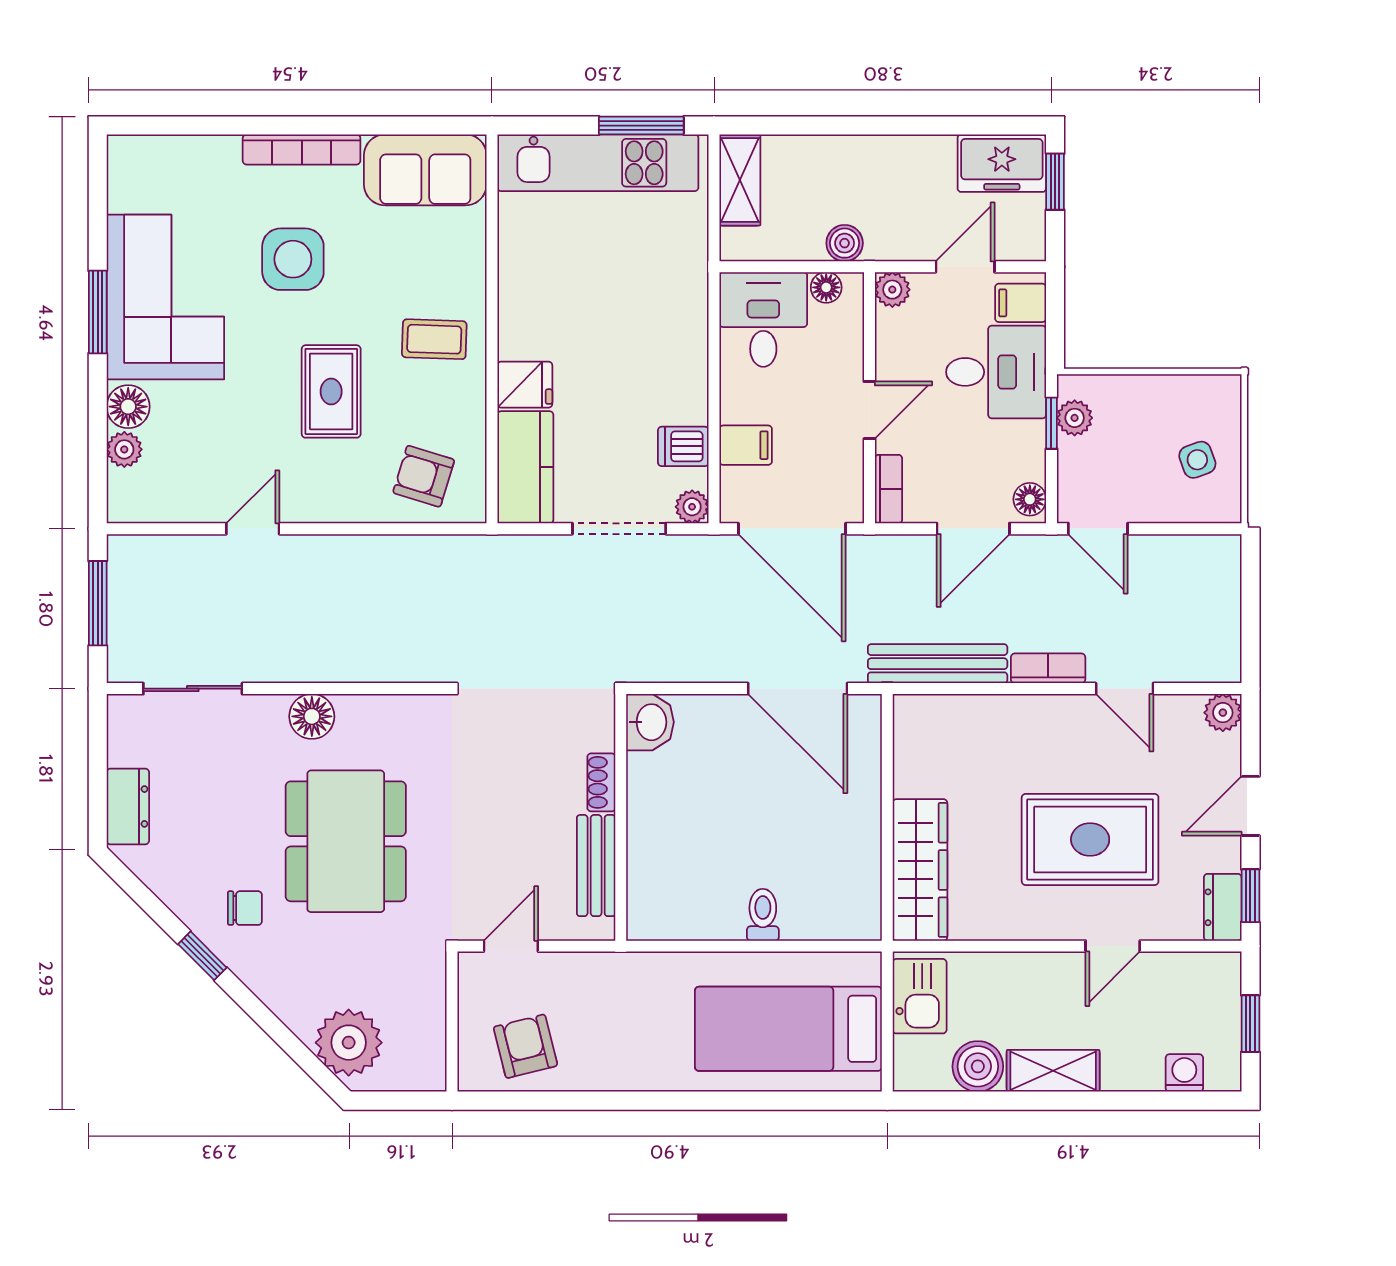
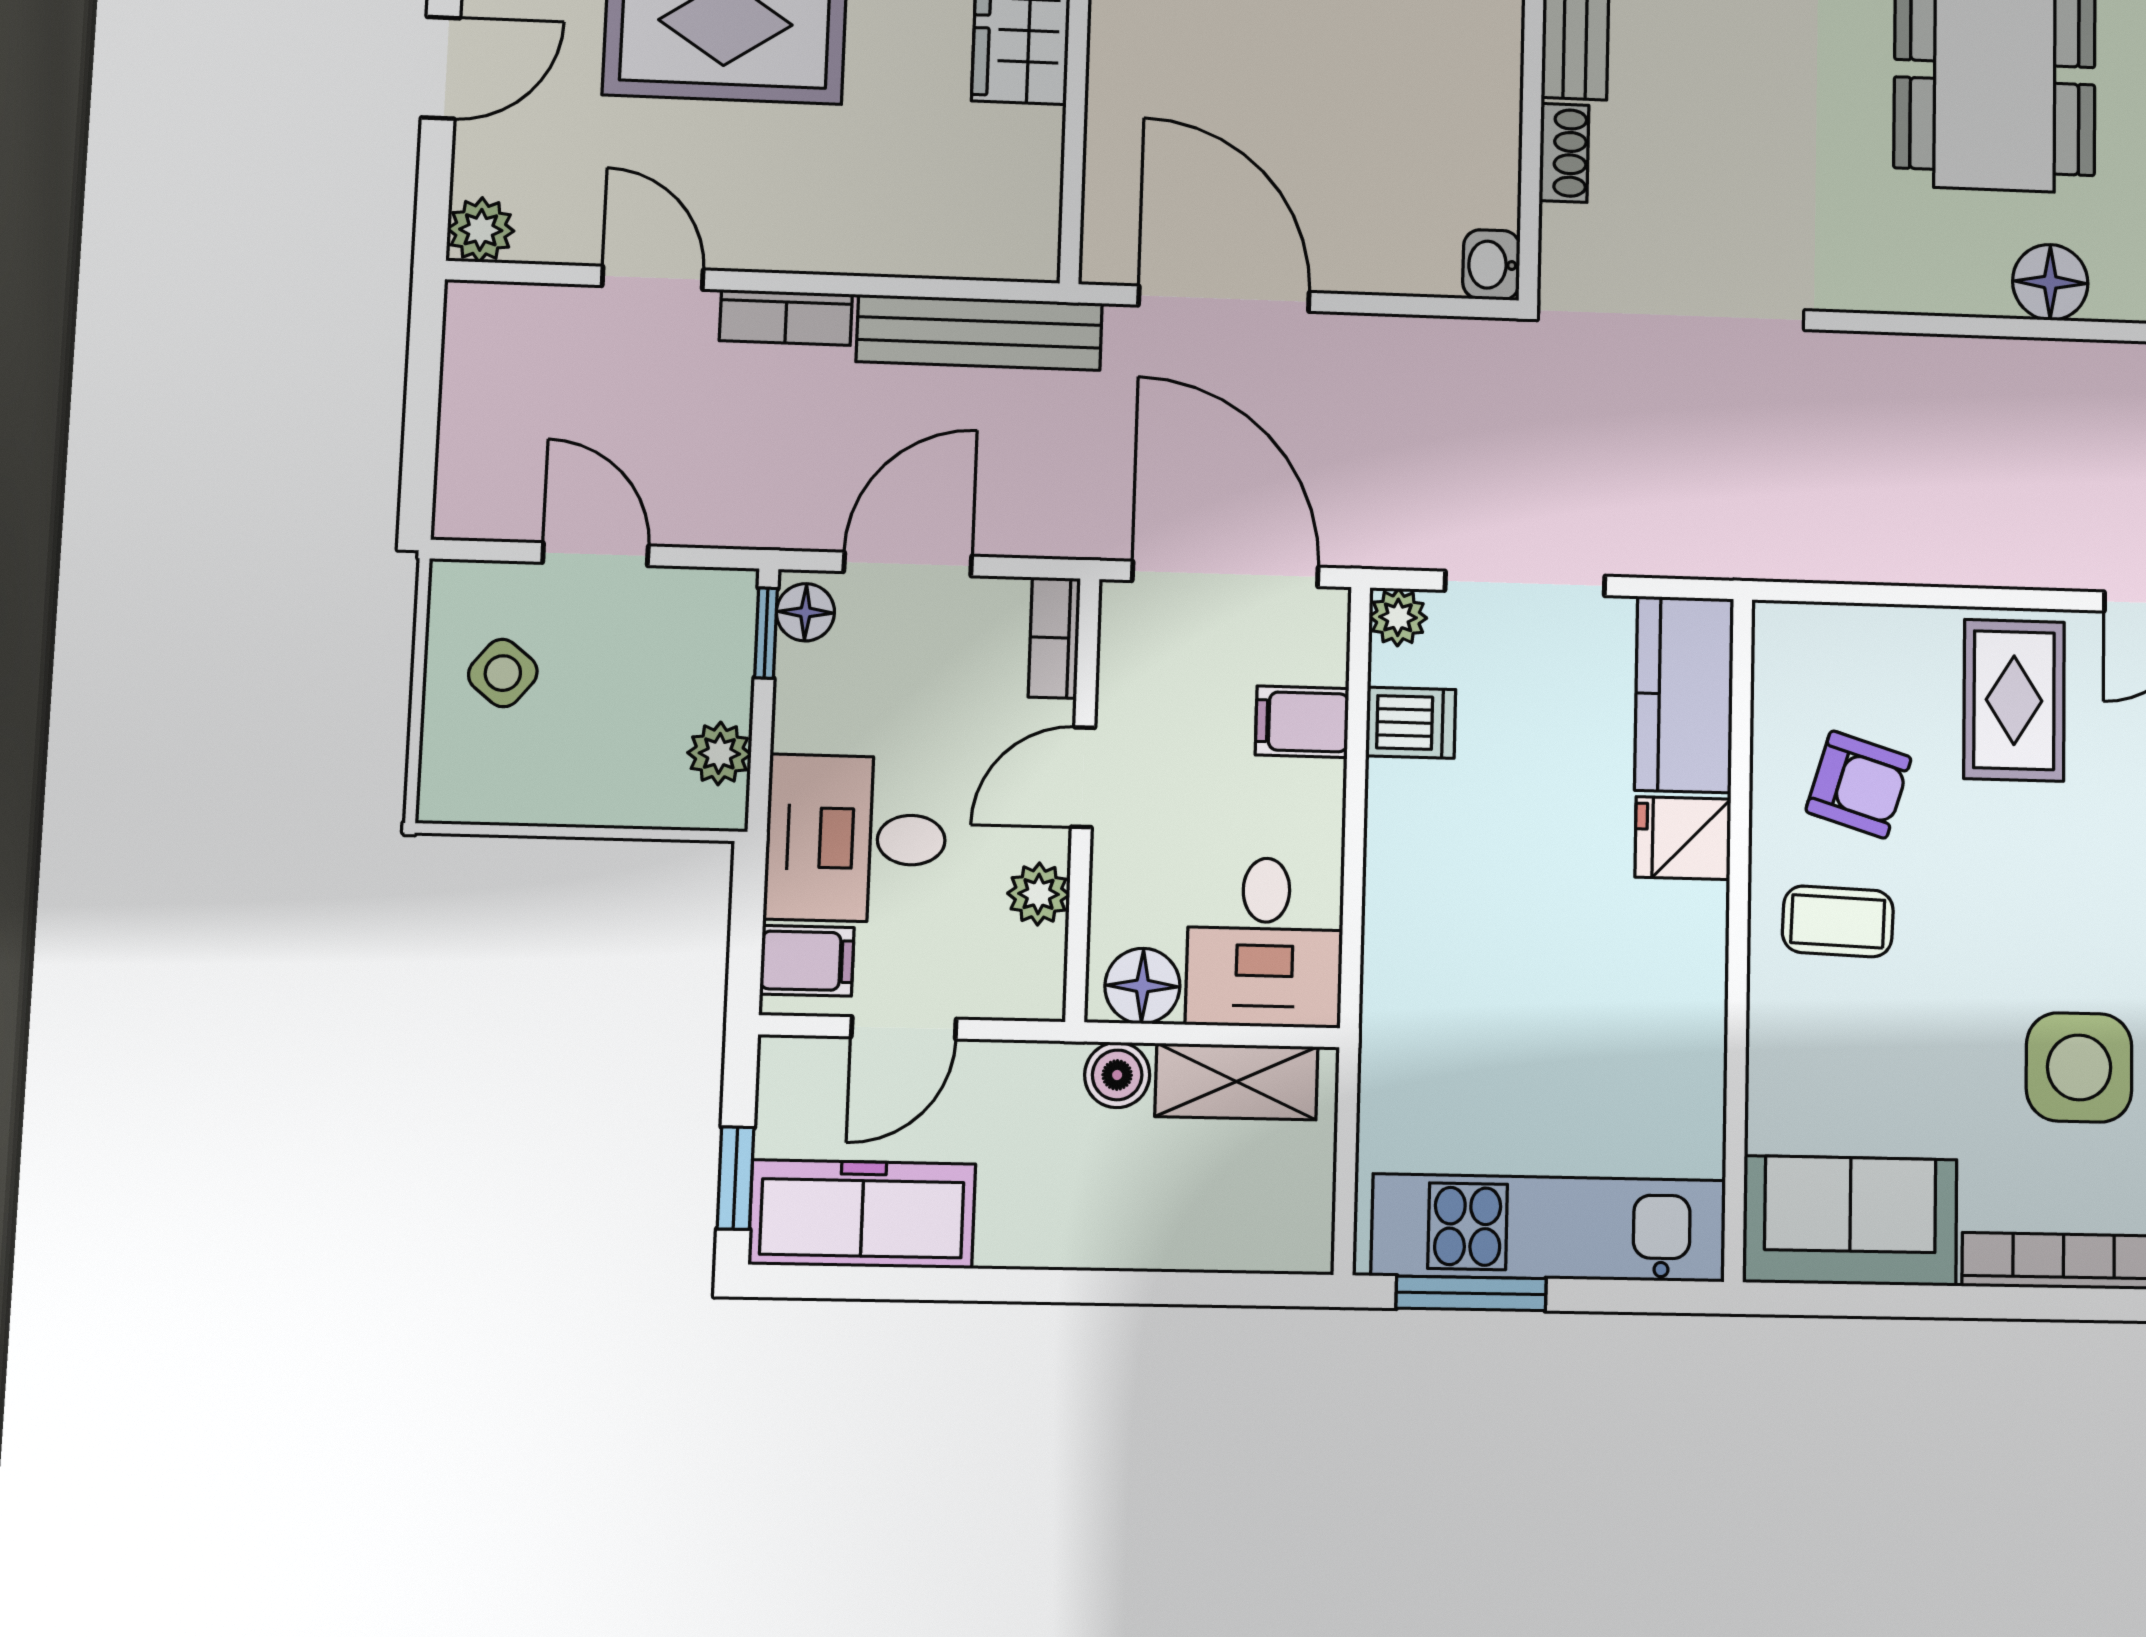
freezer: (1002, 163) -> (862, 1214), width x1.40
shelving: (740, 180) -> (1236, 1082), moved, turned 90
floor lamp: (826, 287) -> (1142, 986), width x1.37, depth x1.37
plant: (892, 290) -> (1039, 894), moved
rug: (331, 391) -> (2014, 700), moved
window: (1051, 423) -> (766, 633), moved
side table: (1197, 460) -> (503, 673), turned -31
armchair: (424, 476) -> (1858, 785), moved
door: (1098, 529) -> (595, 554), moved
washbasin: (650, 722) -> (1491, 265), width x0.72, depth x0.69

